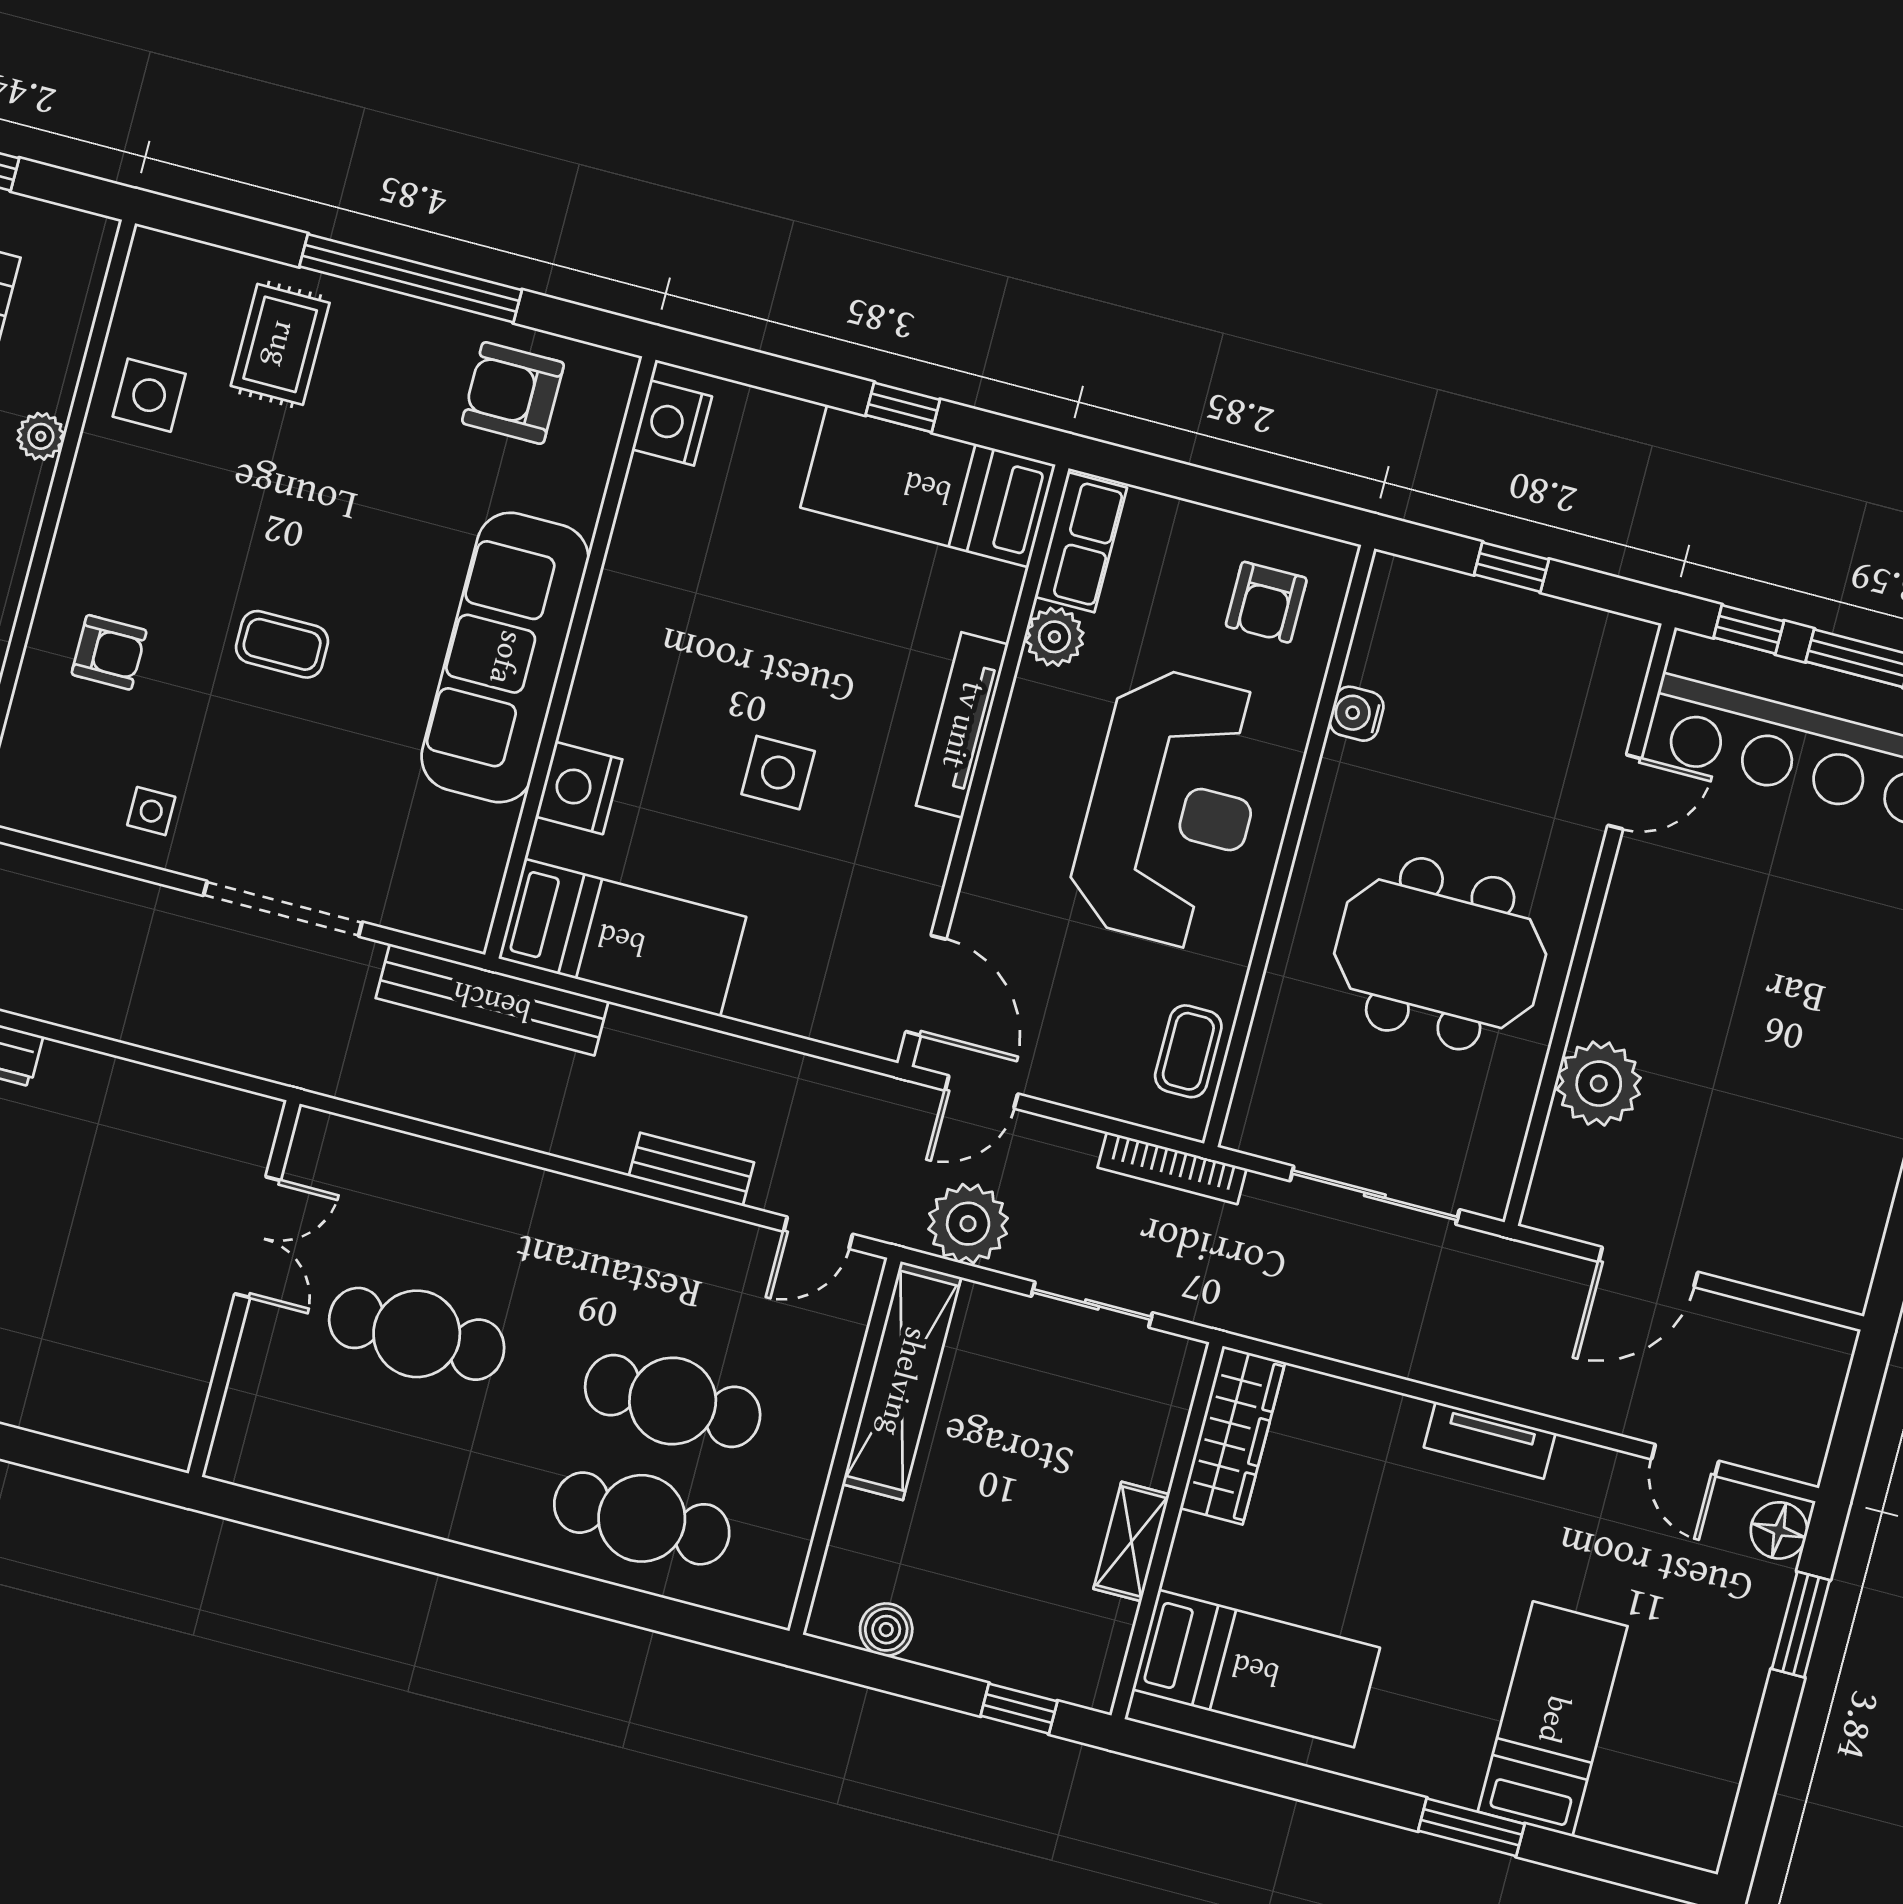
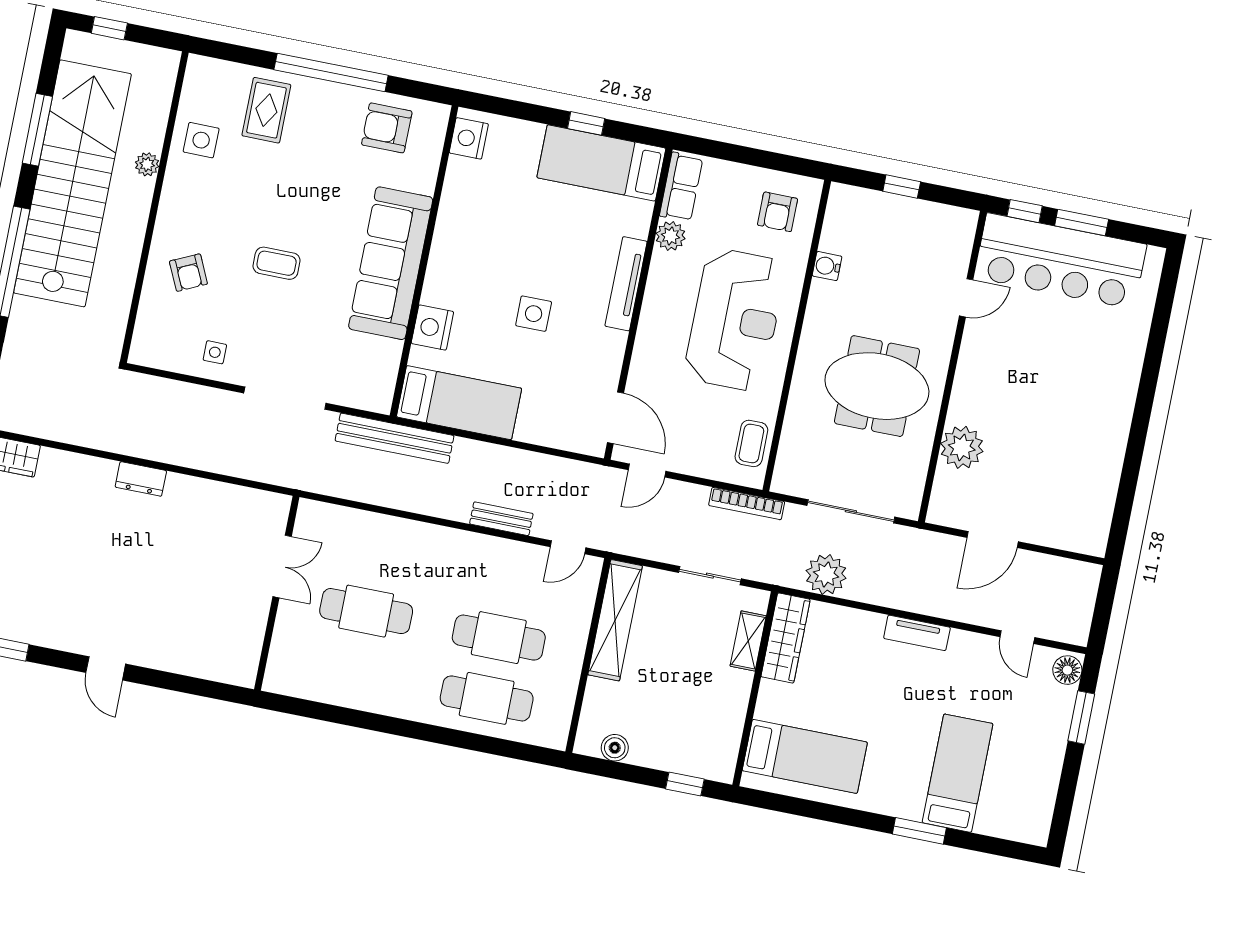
armchair: (109, 652) -> (188, 273), turned 65
plant: (968, 1224) -> (826, 574), moved
shelving: (1131, 1542) -> (748, 641), moved

